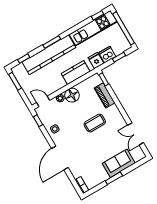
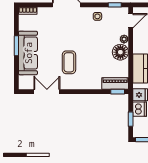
piano: (105, 95) -> (115, 83), moved
coffee table: (95, 123) -> (69, 62), moved
sofa: (119, 163) -> (28, 53), width x1.36

